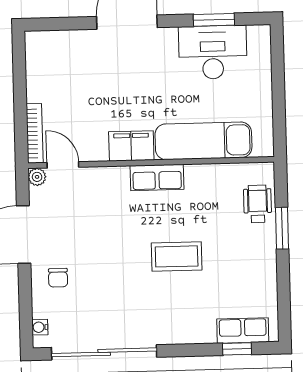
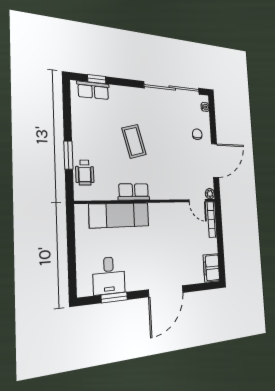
desk: (213, 52) -> (109, 276), width x0.73
filing cabinet: (131, 146) -> (211, 268), moved, turned 90
row of seats: (157, 177) -> (134, 192), moved
coffee table: (177, 256) -> (134, 141), turned 75

